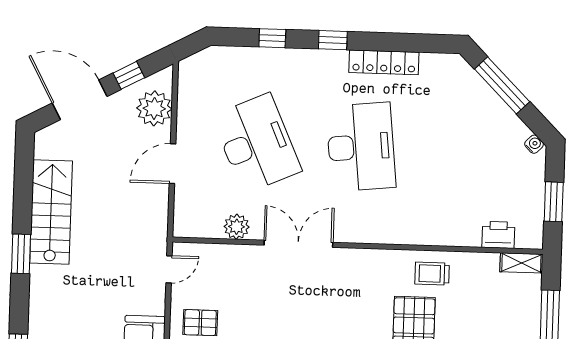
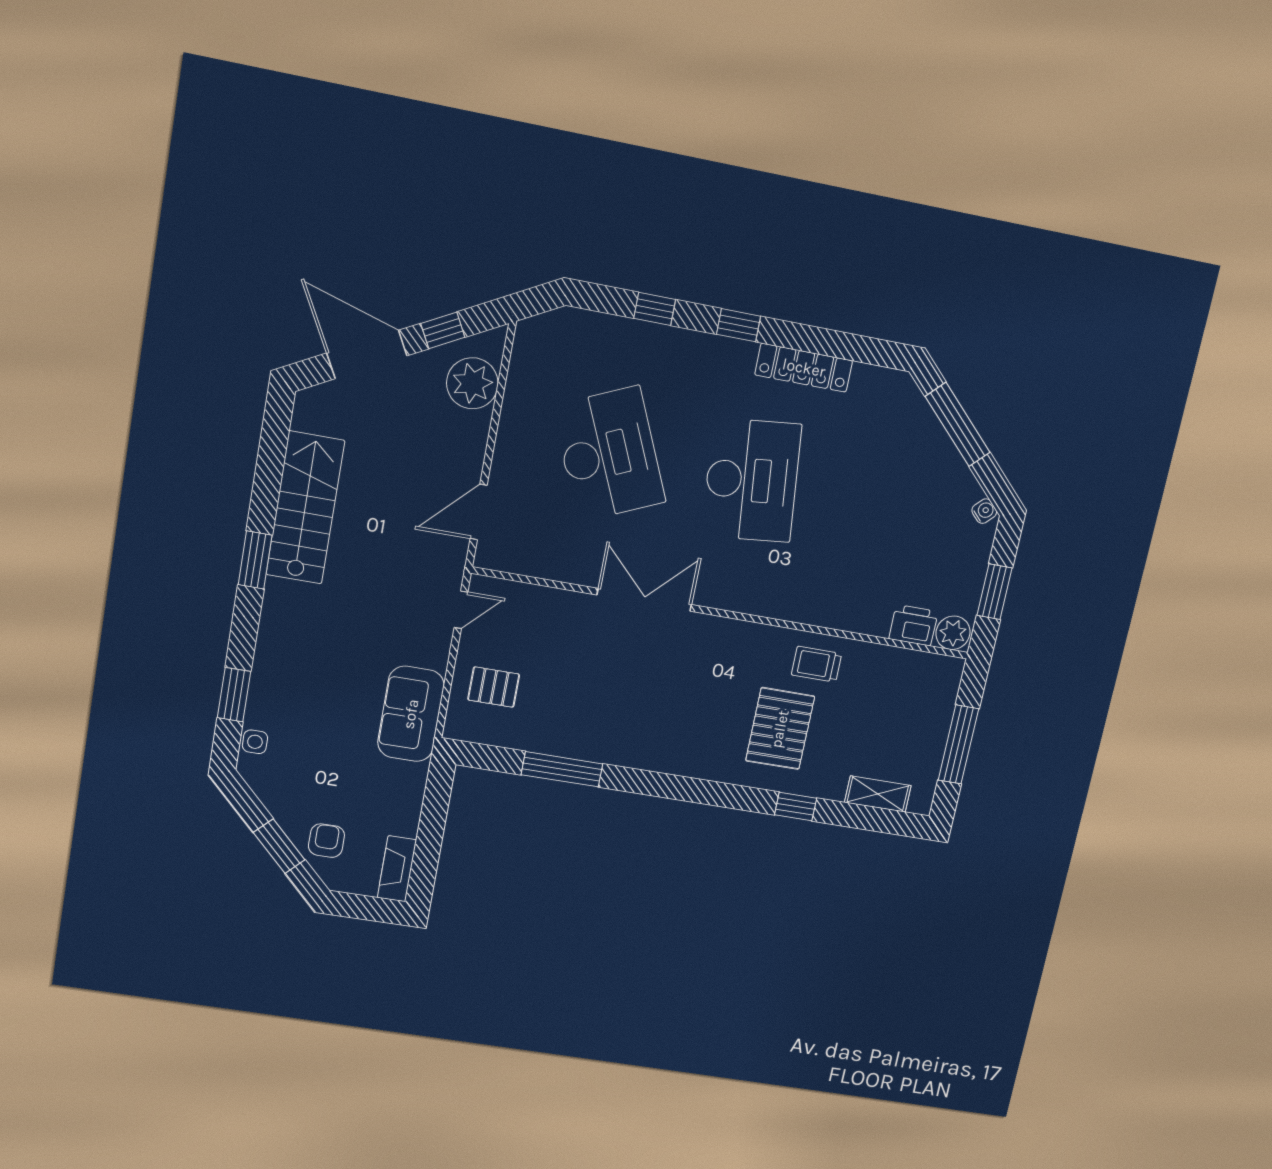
door: (173, 164) -> (479, 512), moved
plant: (237, 227) -> (953, 633), moved
shelving: (521, 263) -> (936, 666), removed

